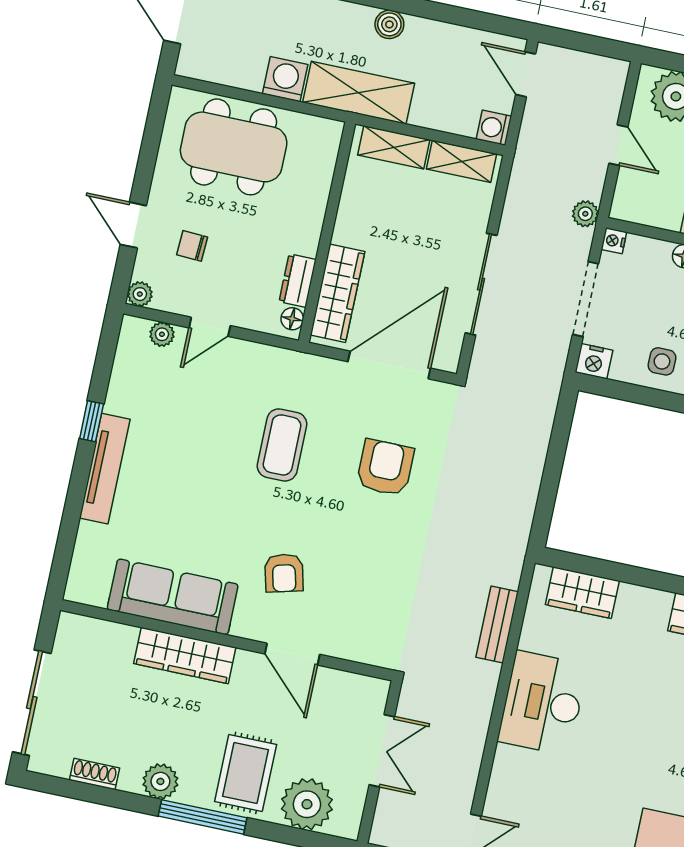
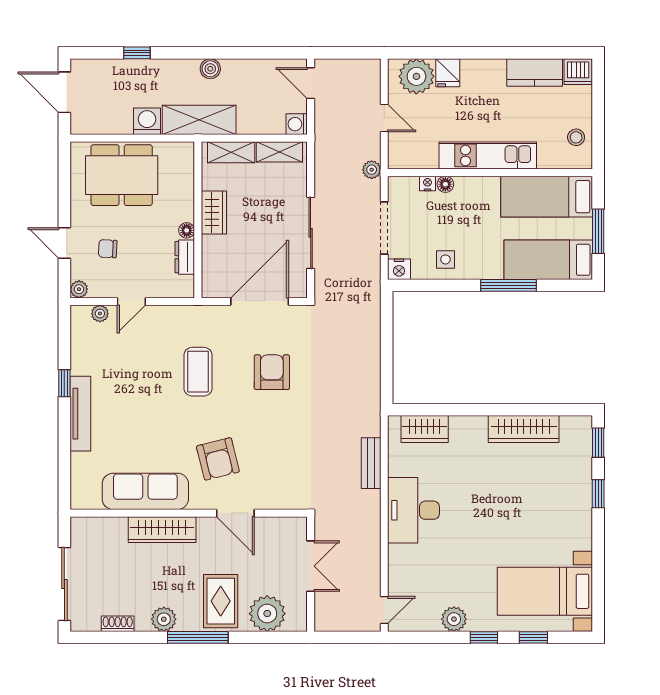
nightstand: (614, 241) -> (427, 183), moved, turned 90
wardrobe: (338, 293) -> (214, 213), moved, width x0.67
floor lamp: (292, 319) -> (187, 230), moved
armchair: (284, 573) -> (218, 459), width x1.38, depth x1.38

